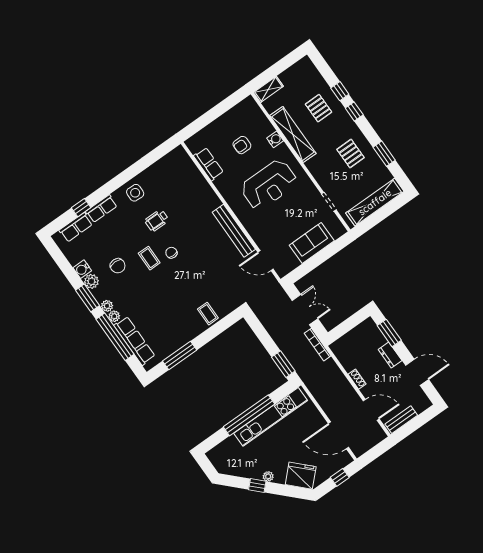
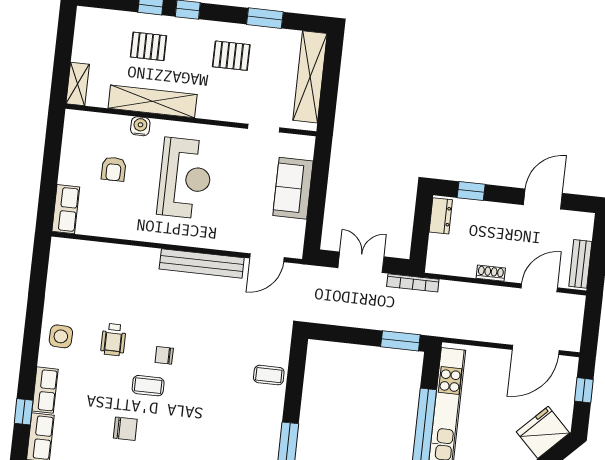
row of seats: (208, 164) -> (66, 209), moved, turned 90
window: (389, 333) -> (471, 191), width x0.67
dresser: (390, 355) -> (441, 216), moved, turned -90

